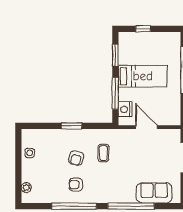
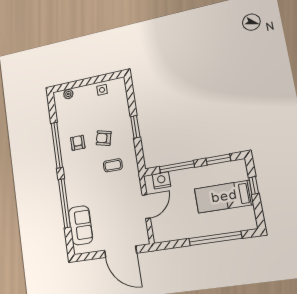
bed: (143, 76) -> (224, 197), moved, turned 90

